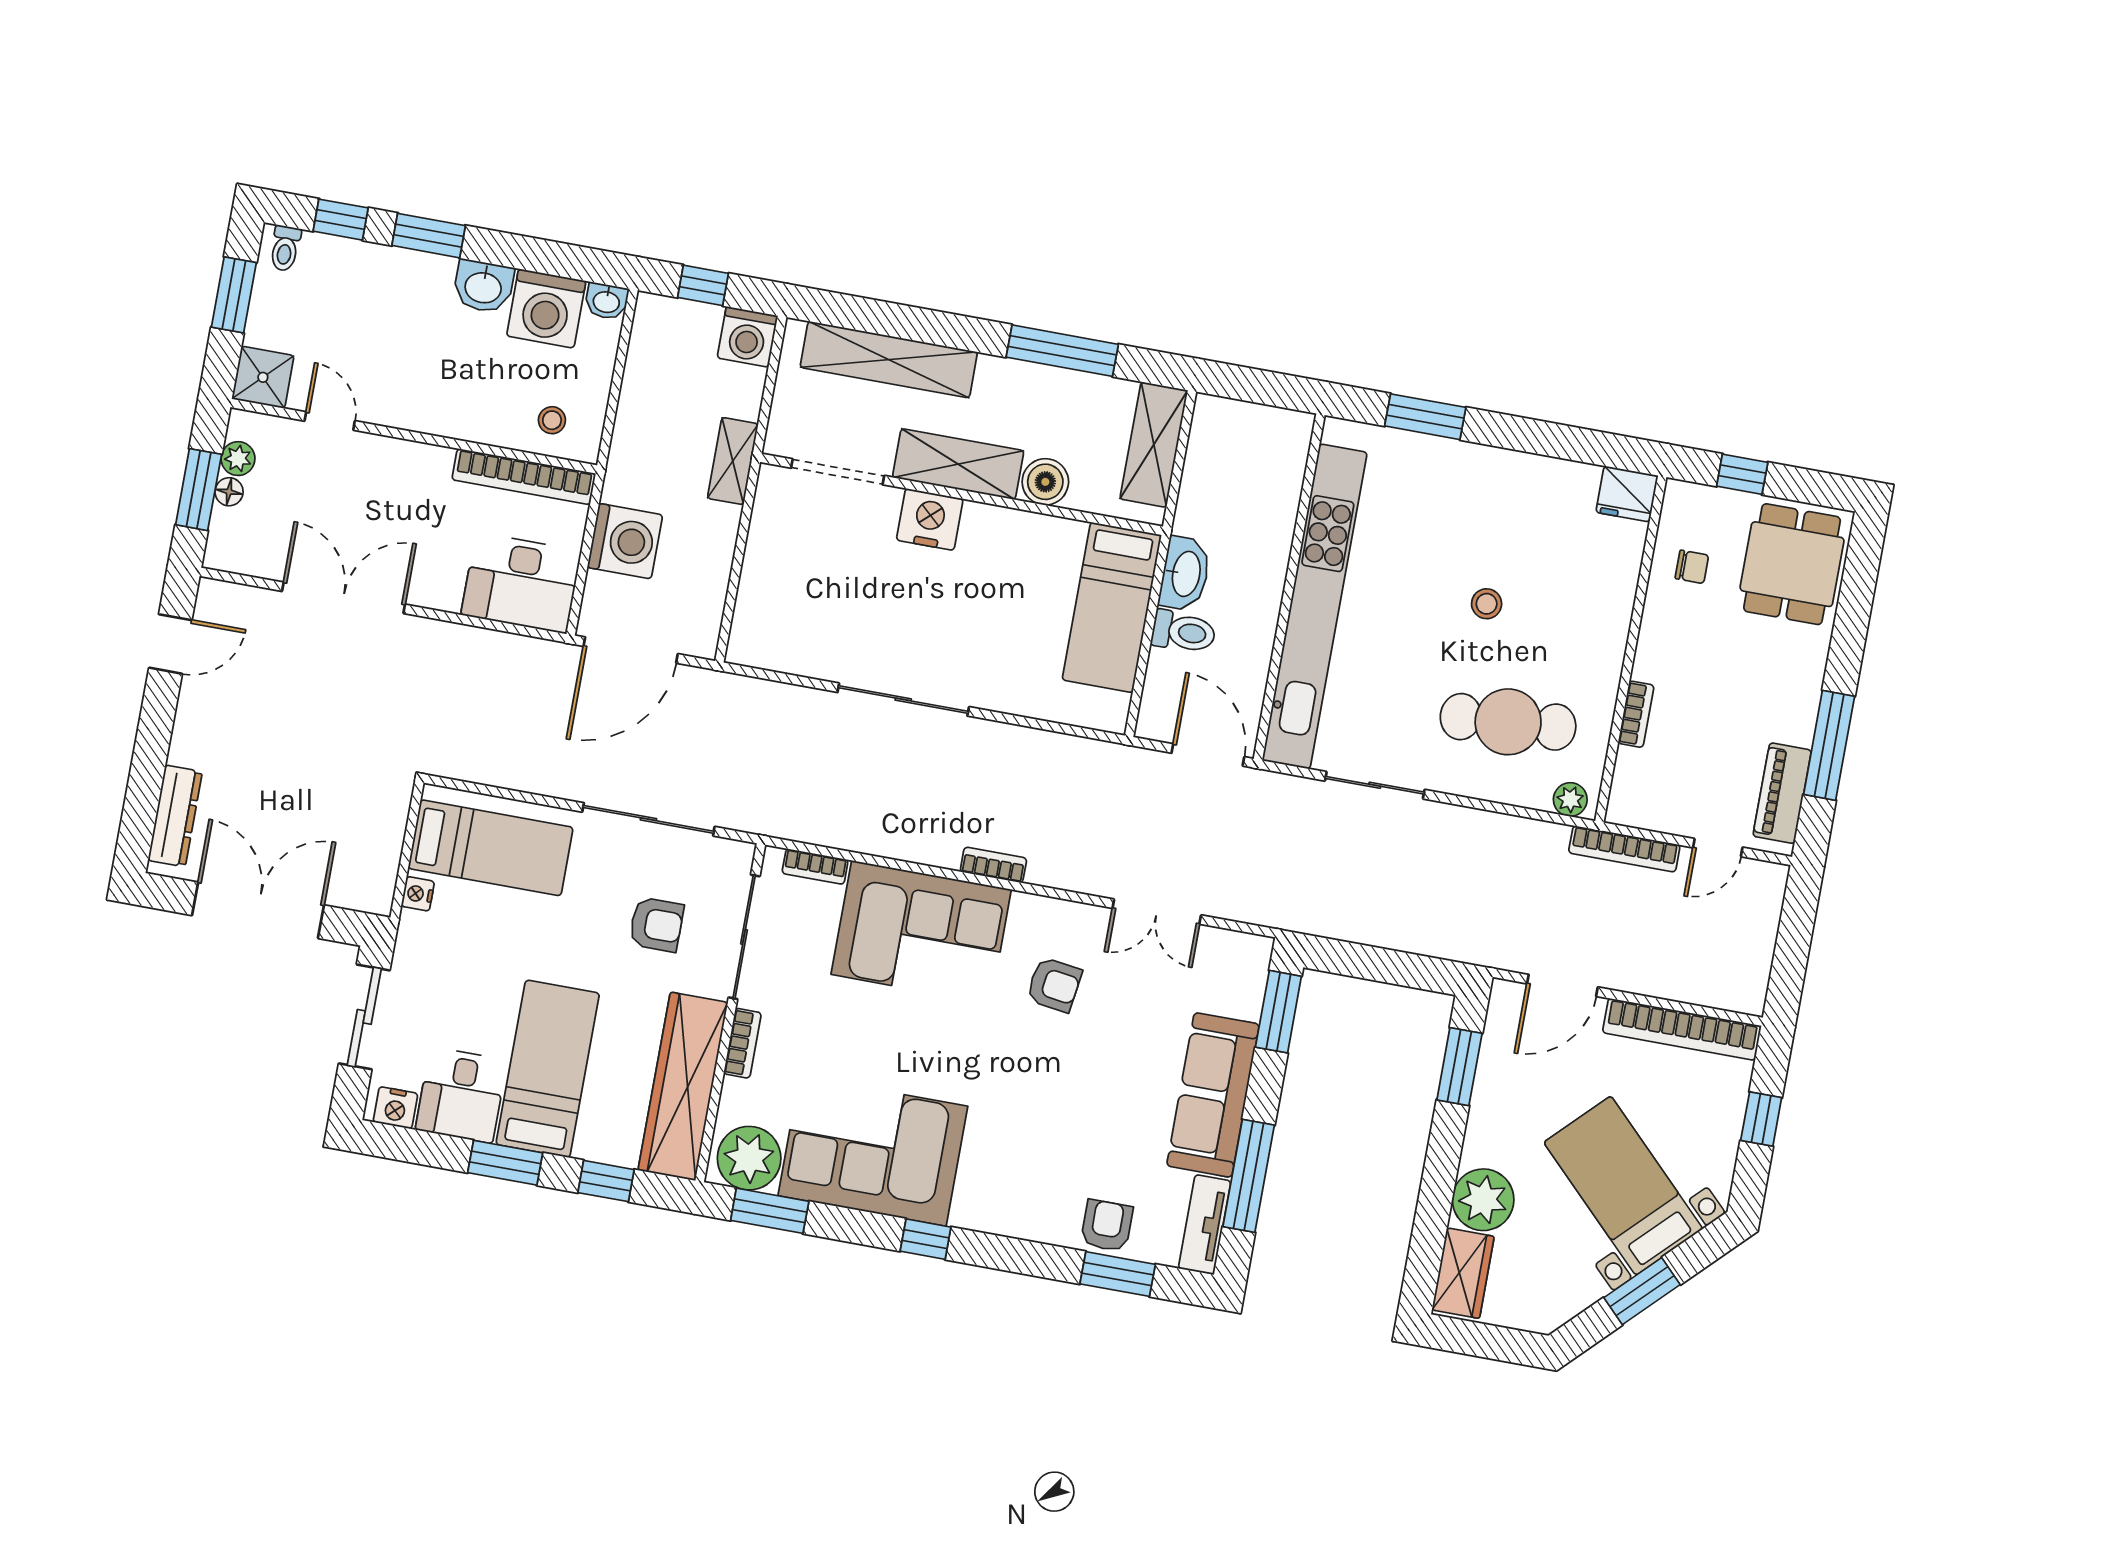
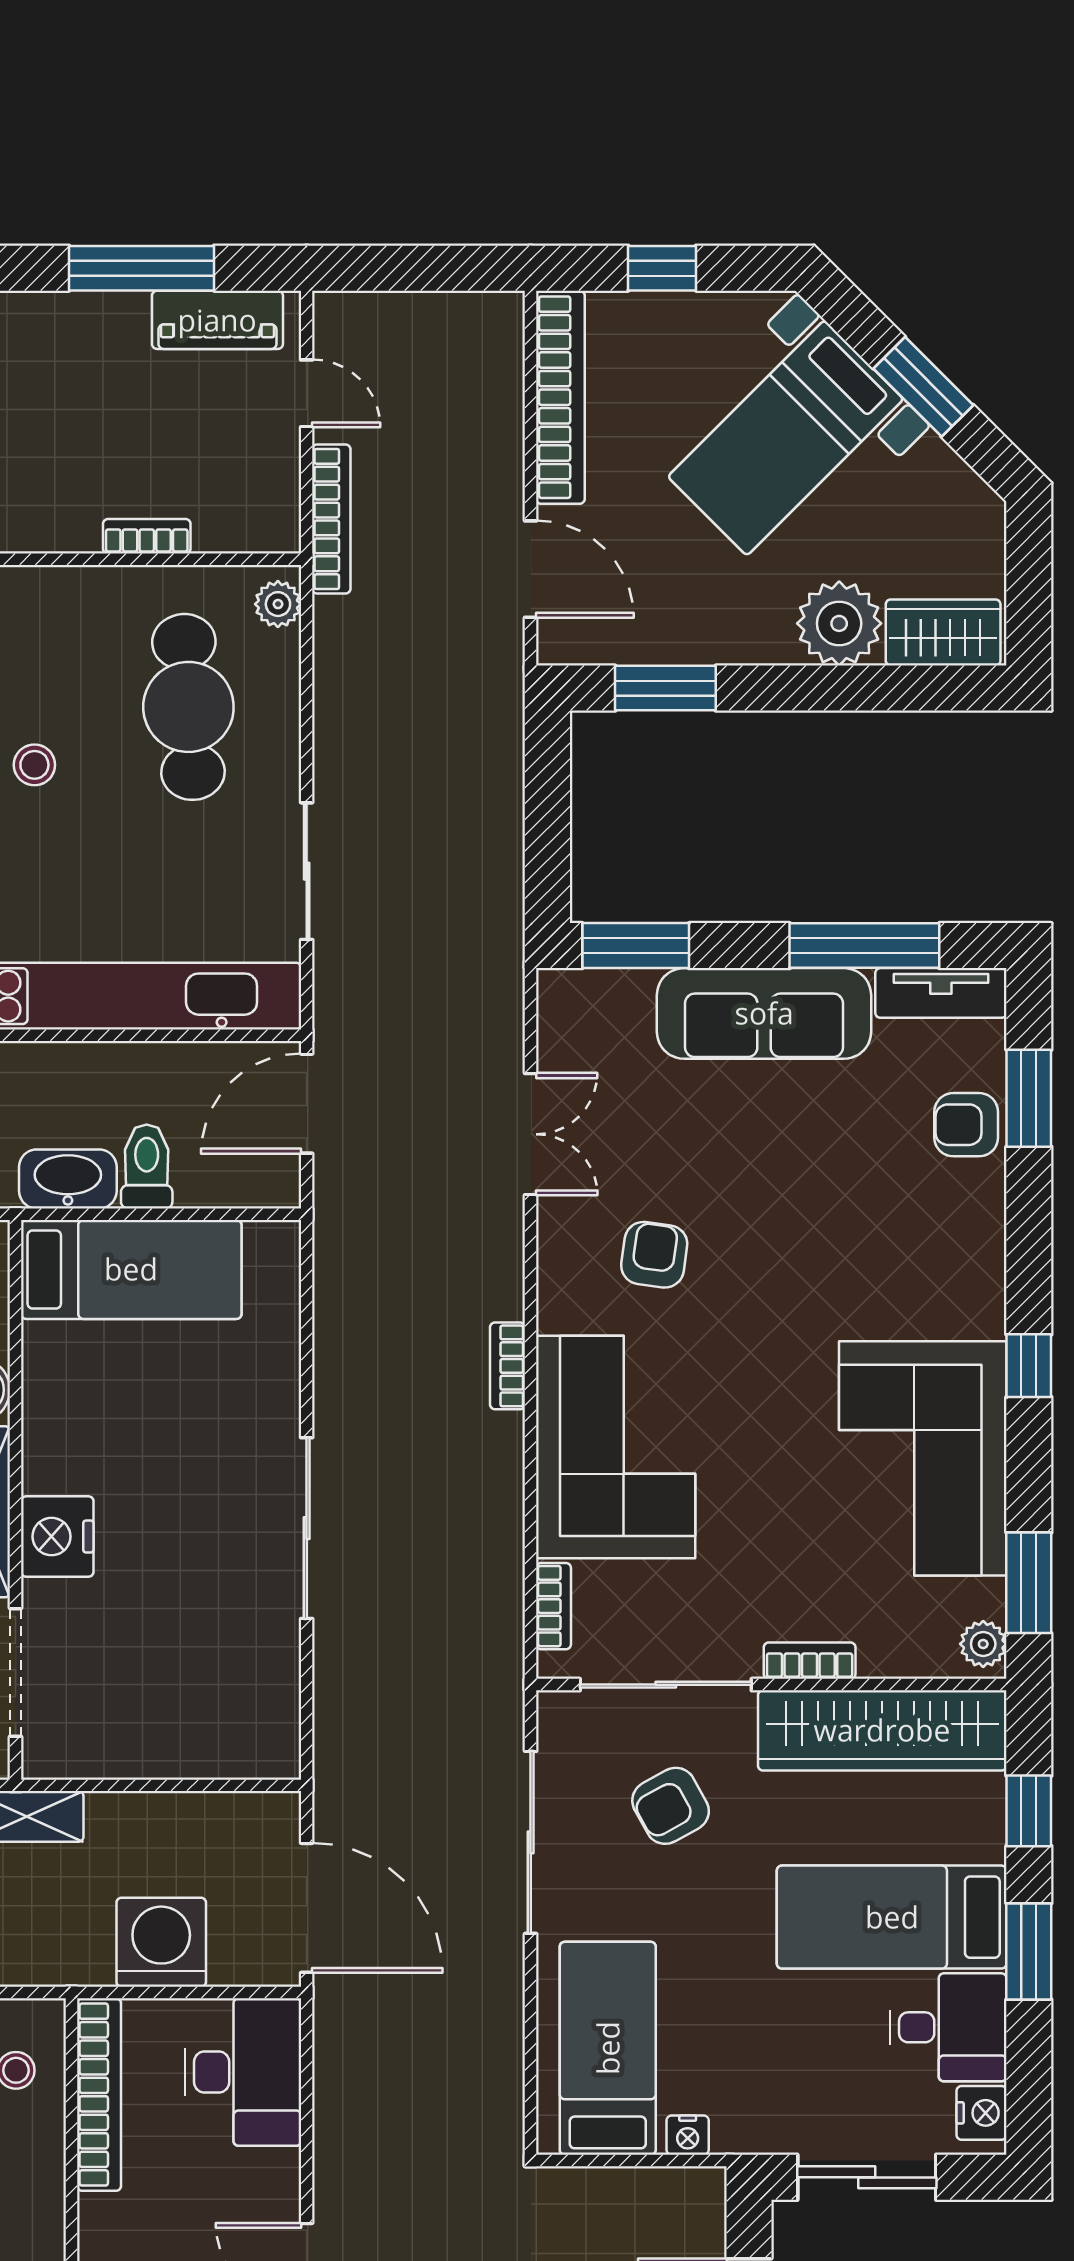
armchair: (656, 925) -> (671, 1806), turned -119
plant: (749, 1158) -> (983, 1644), width x0.53, depth x0.53

